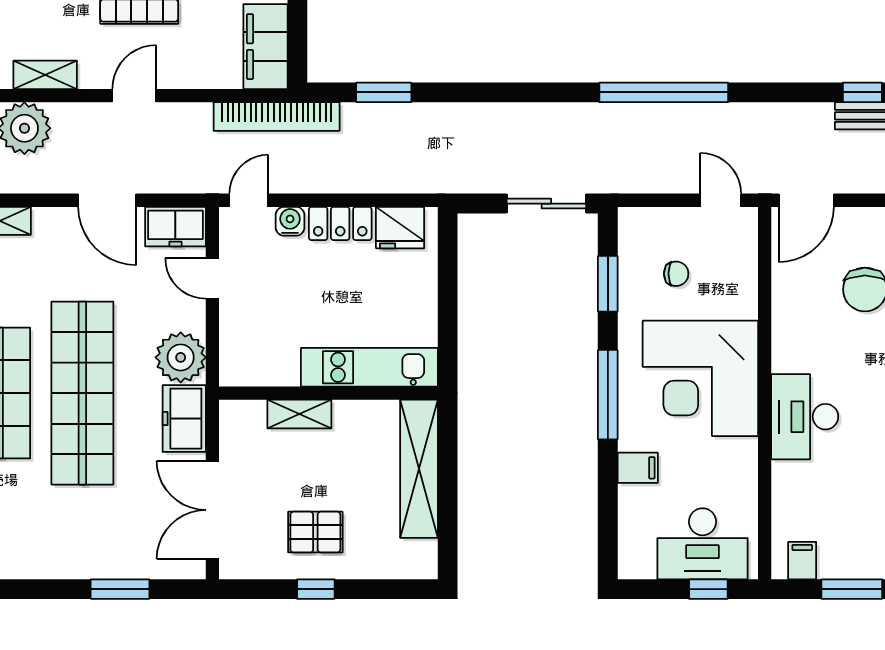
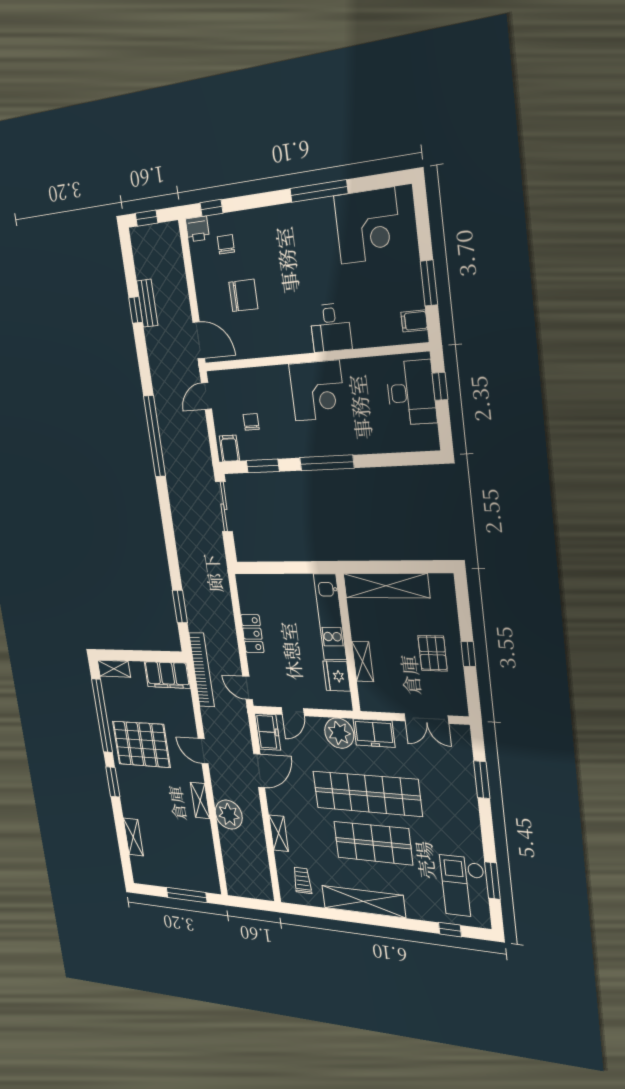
water cooler: (290, 221) -> (255, 664), removed
fridge: (400, 228) -> (337, 676), moved, turned 180
corner desk: (700, 378) -> (317, 391), width x0.74, depth x0.74
desk: (805, 417) -> (331, 328), width x0.73
filing cabinet: (638, 468) -> (229, 448), moved
double door: (212, 510) -> (426, 718), width x0.73

